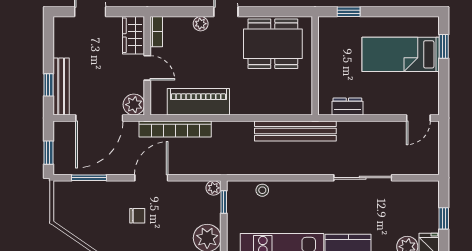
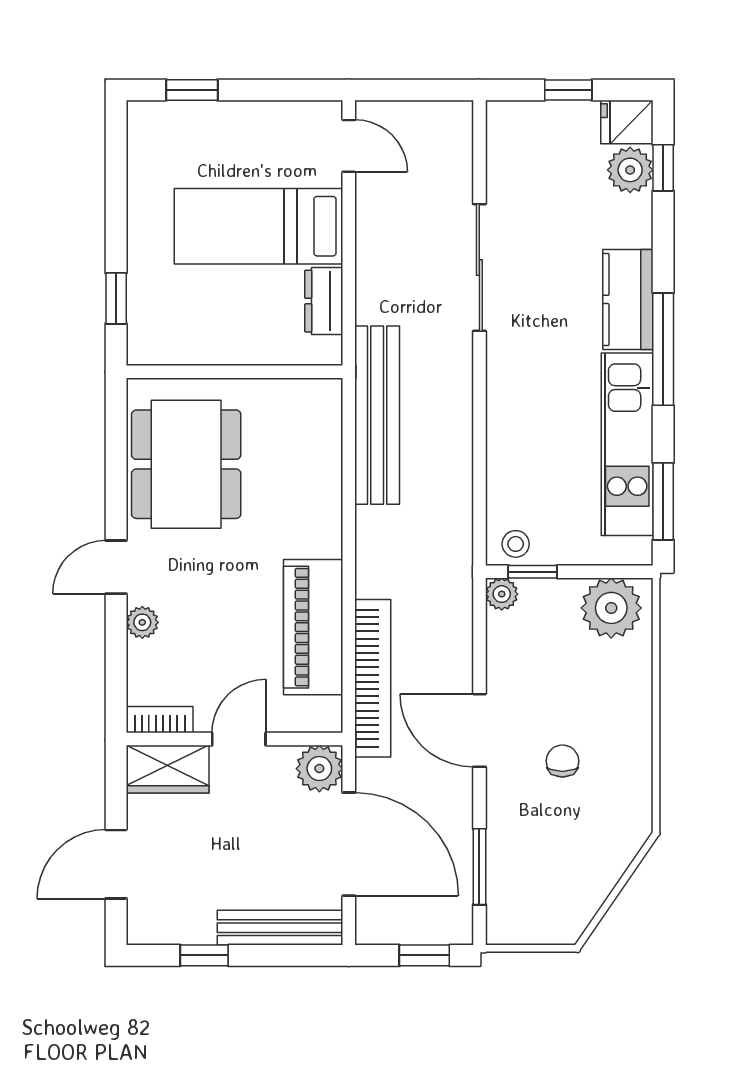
bed: (401, 54) -> (258, 226), moved, turned 90
window: (48, 85) -> (204, 955), moved
stool: (262, 190) -> (516, 544), moved

